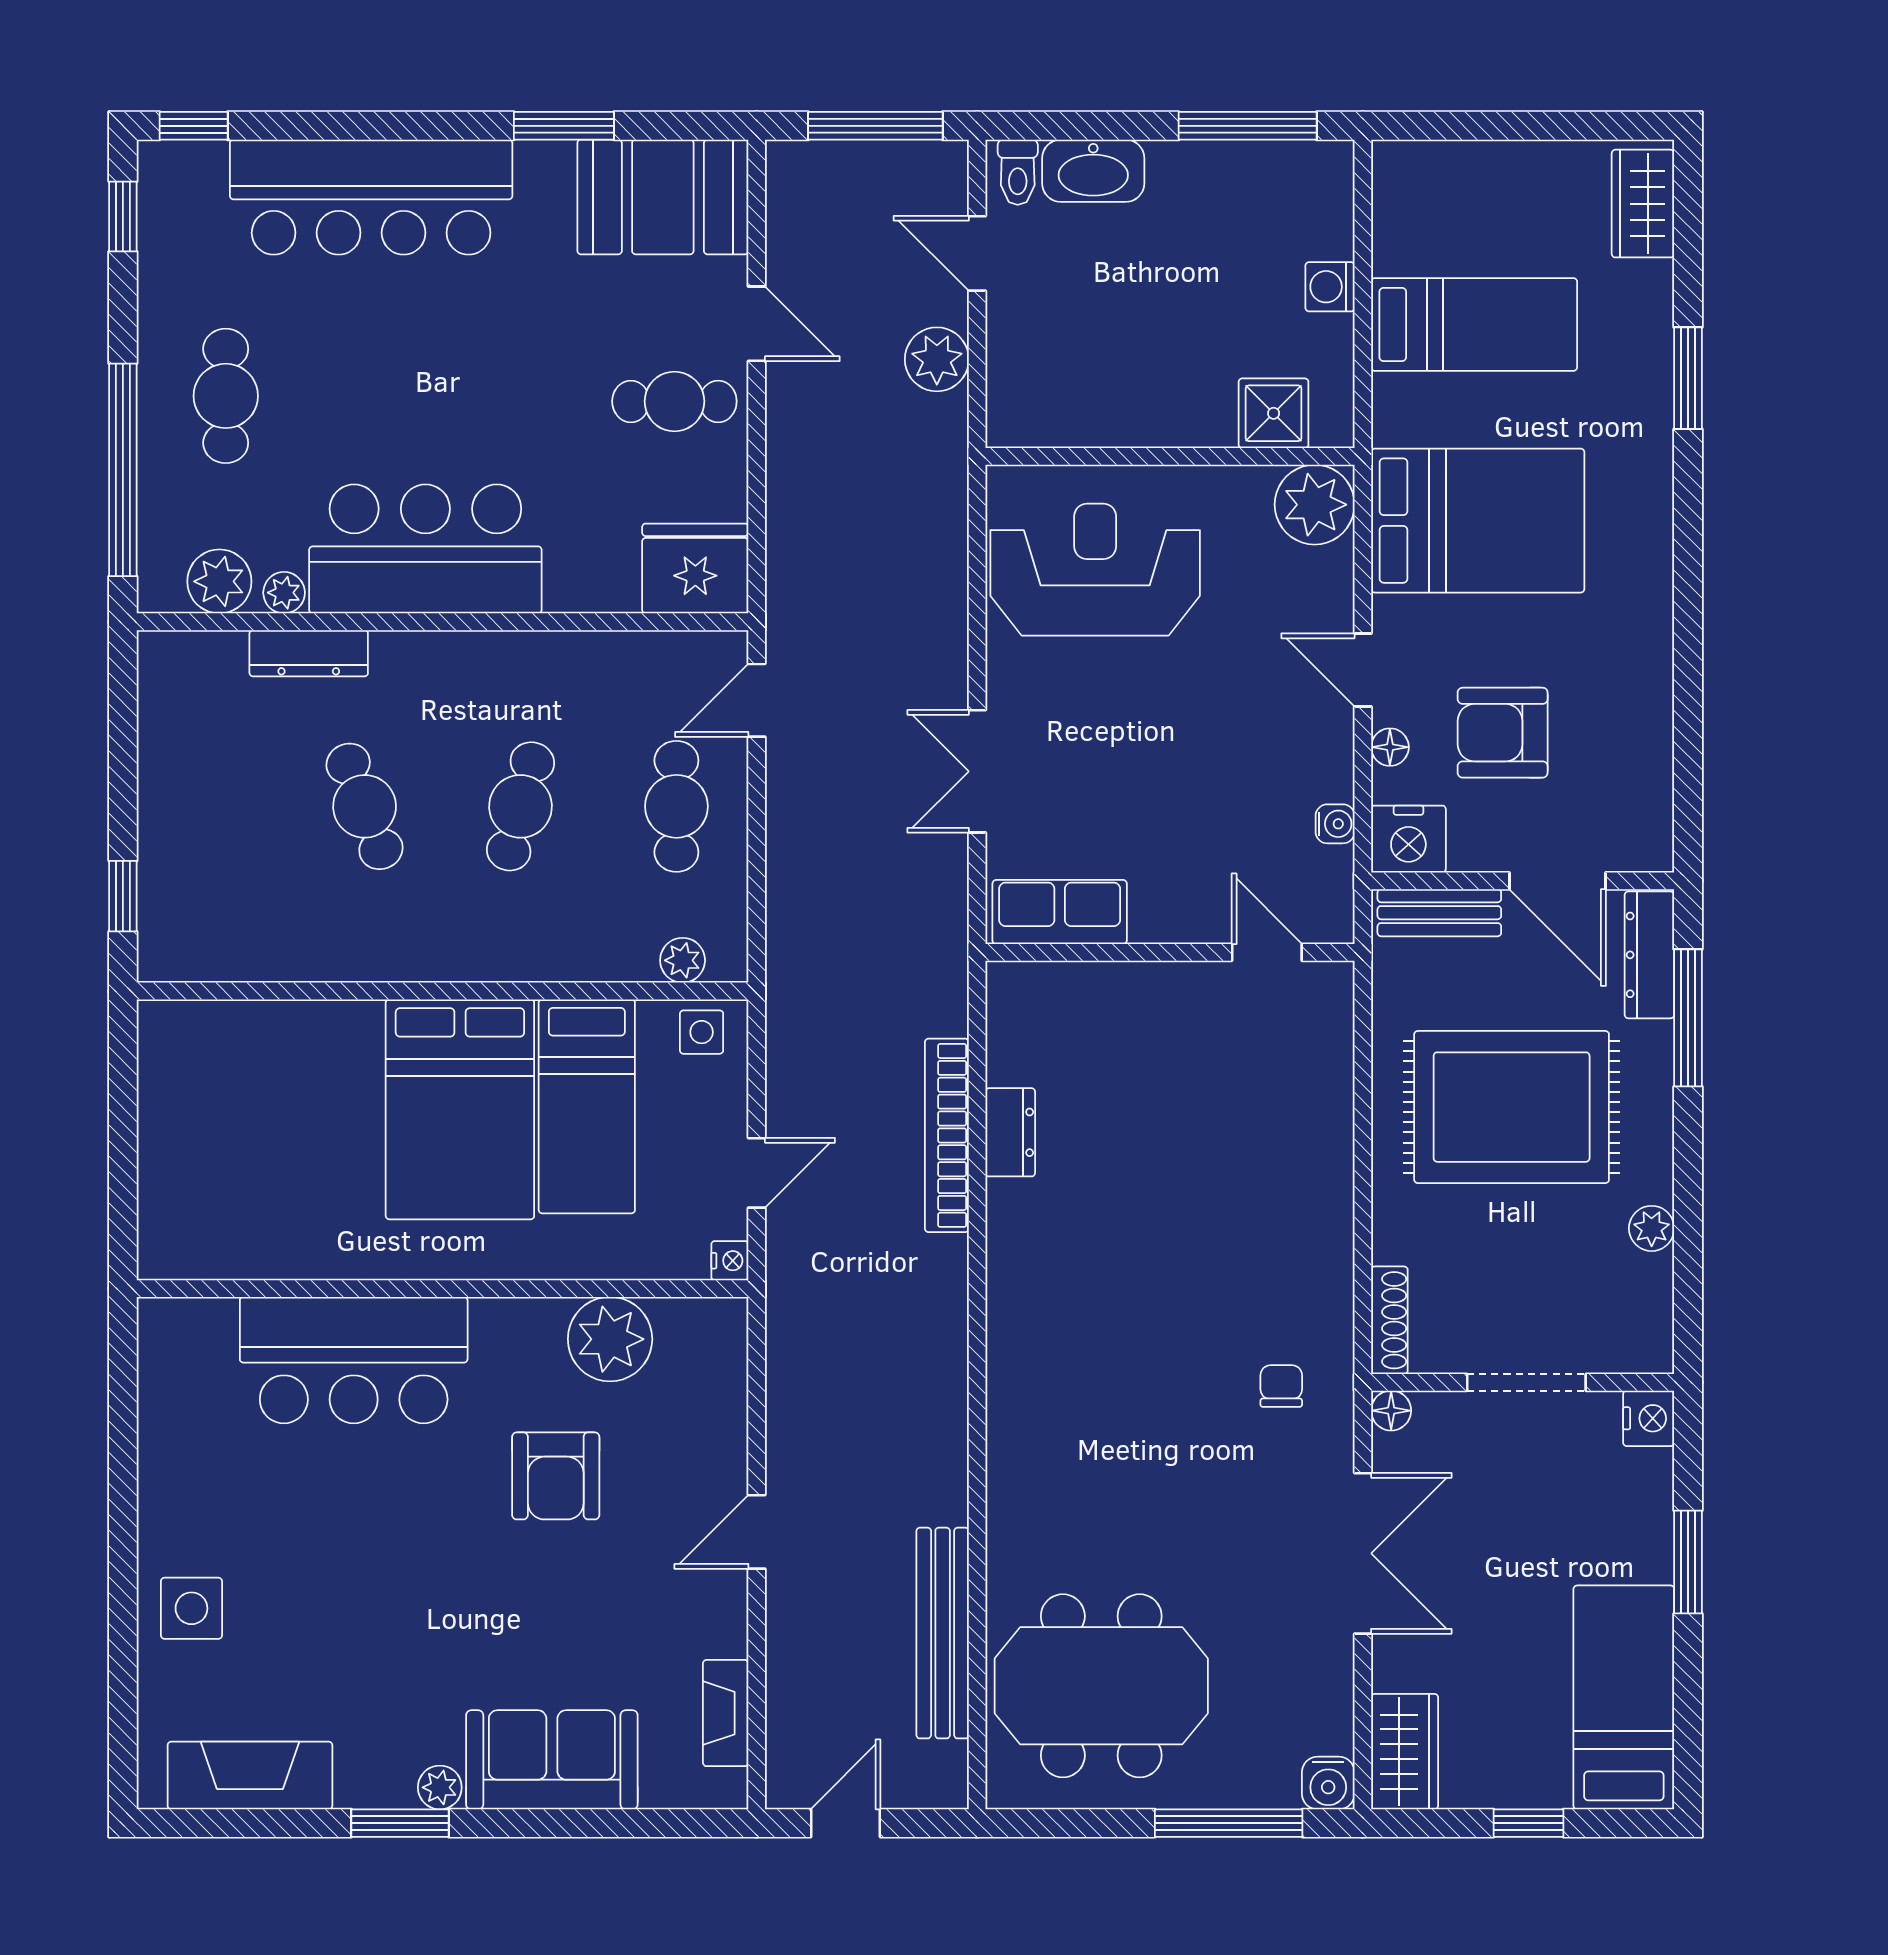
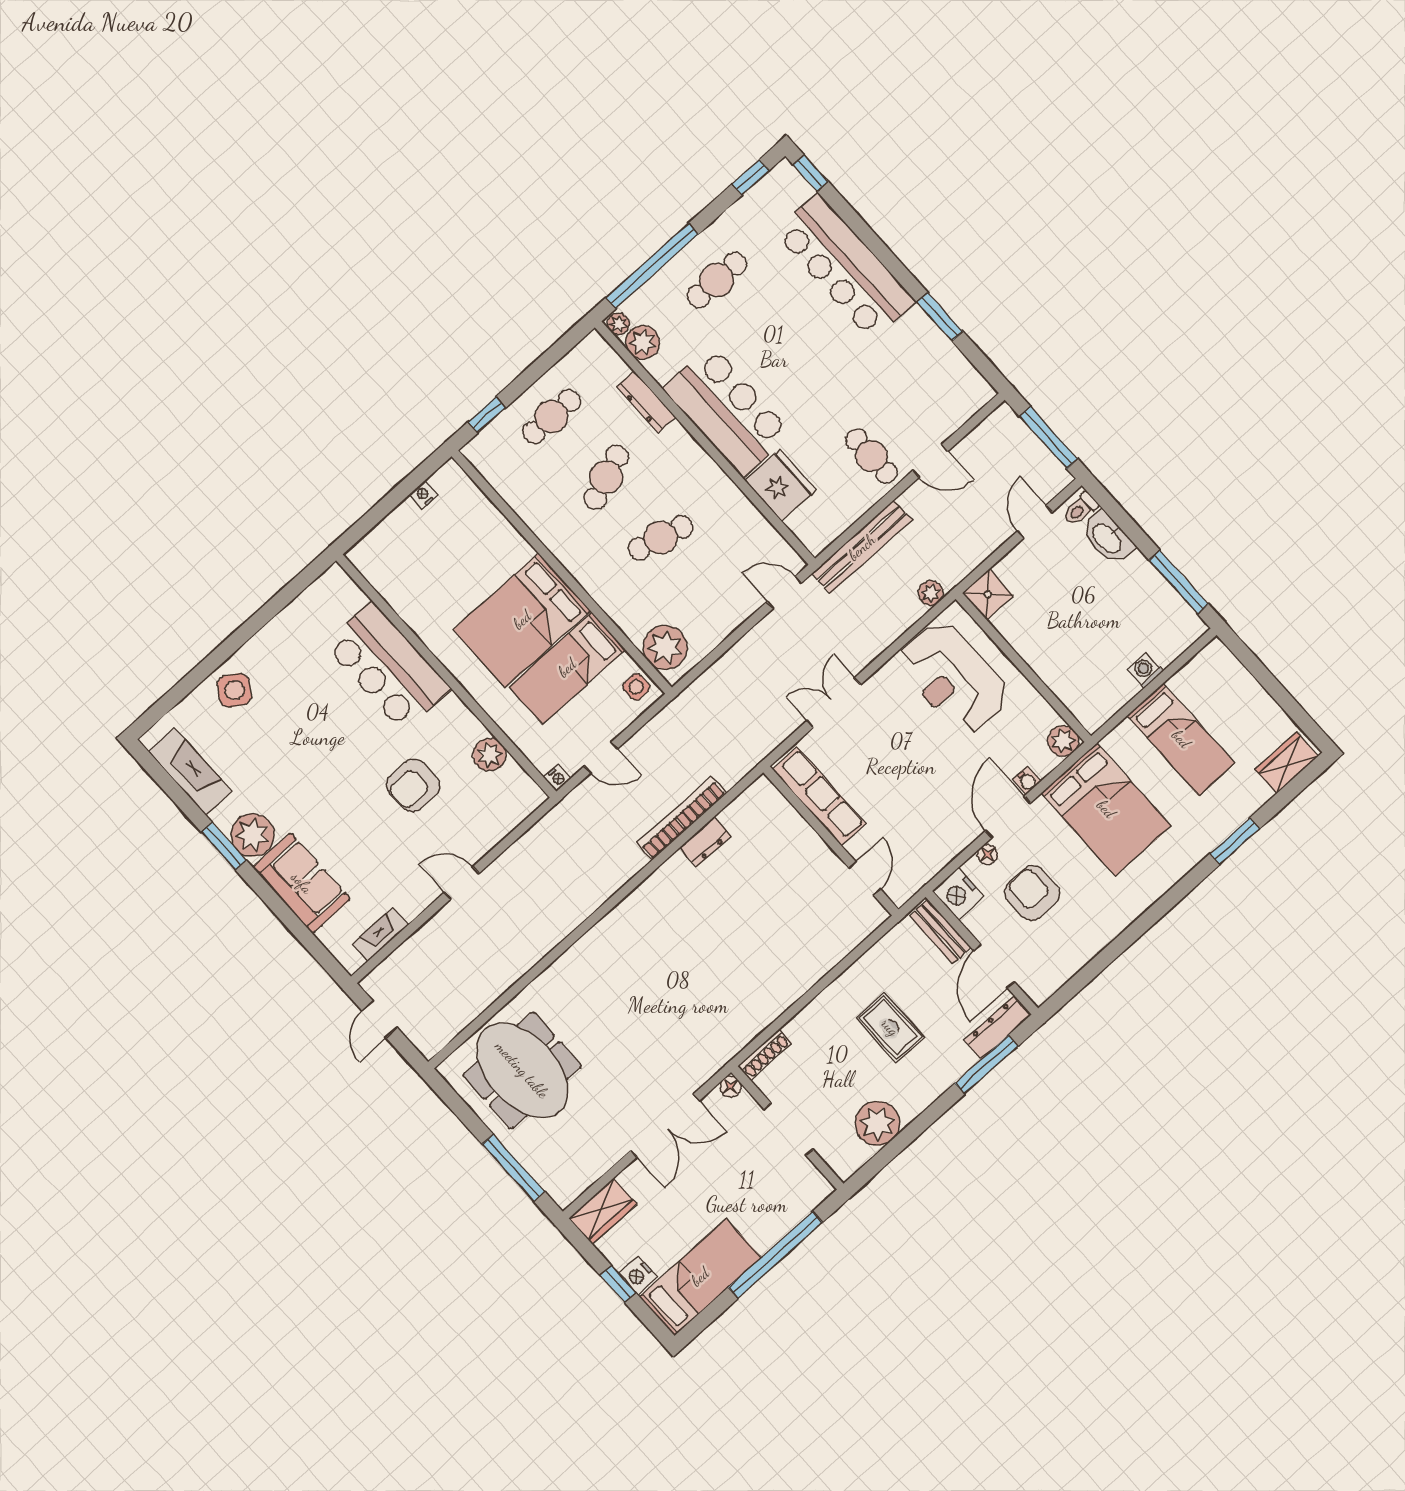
booth: (663, 197) -> (947, 380), removed
door: (757, 324) -> (930, 461), hinge flipped
plant: (937, 359) -> (931, 593), moved, width x0.73, depth x0.73
shower: (1274, 413) -> (988, 594), moved
plant: (1315, 505) -> (1063, 741), width x0.73, depth x0.73
fridge: (695, 569) -> (780, 485), moved
reception desk: (1095, 570) -> (953, 678), turned 180
plant: (284, 593) -> (618, 324), moved
door: (1363, 670) -> (1008, 817), width x1.37
cafe table: (676, 806) -> (552, 417), moved
water cooler: (1335, 824) -> (1027, 780), moved
row of seats: (1060, 912) -> (819, 796), width x1.48
plant: (683, 960) -> (665, 648), width x1.88, depth x1.88
nightstand: (156, 1089) -> (424, 495), added
rug: (1512, 1107) -> (890, 1027), width x0.54, depth x0.49
plant: (1652, 1228) -> (877, 1123), width x1.88, depth x1.88
plant: (610, 1339) -> (490, 755), width x0.73, depth x0.73
chair: (1281, 1386) -> (701, 1036), removed
nightstand: (1649, 1418) -> (638, 1275), moved, turned 90
window: (1688, 1562) -> (775, 1255), width x2.11
side table: (191, 1608) -> (234, 690), turned 32
bench: (943, 1633) -> (862, 547), moved
water cooler: (1328, 1783) -> (564, 1192), removed
plant: (440, 1787) -> (252, 835), width x1.88, depth x1.88
door: (846, 1823) -> (380, 1019), swing flipped

